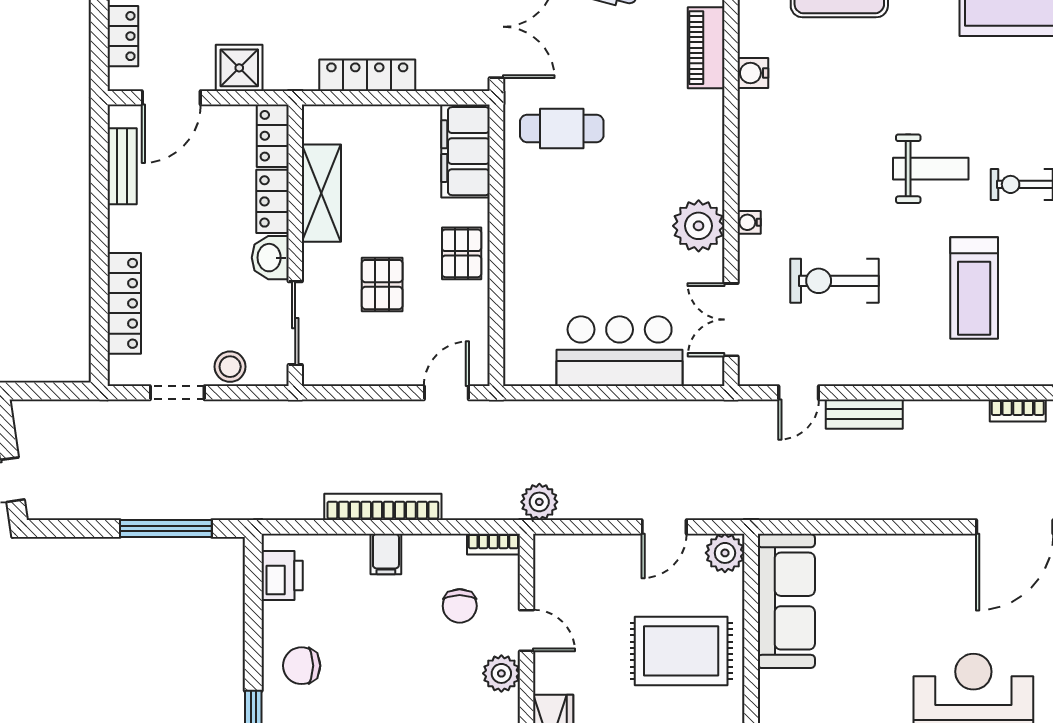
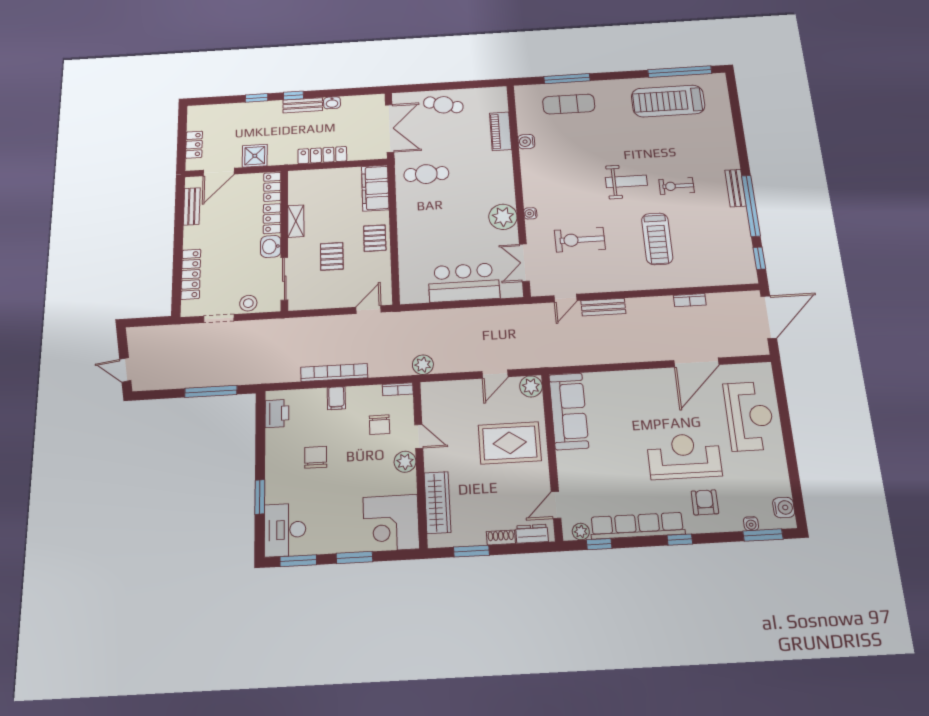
shelving: (321, 193) -> (296, 221), width x0.67, depth x0.75
chair: (302, 666) -> (316, 457), moved, turned 90

